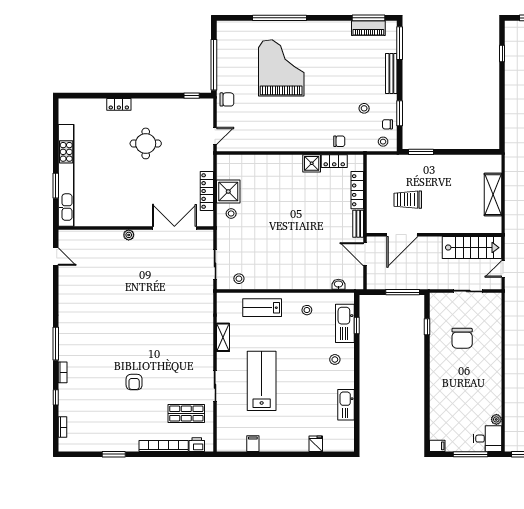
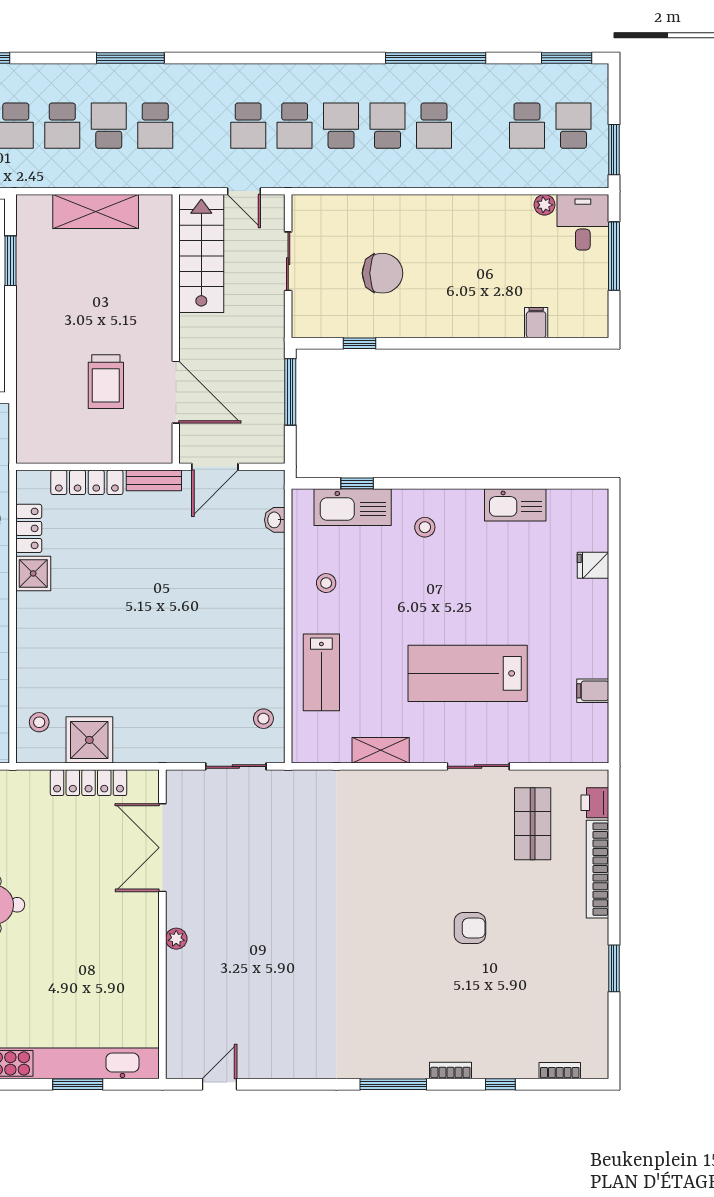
window: (421, 152) -> (10, 261), moved
stool: (231, 213) -> (39, 722), moved
filing cabinet: (437, 446) -> (536, 323), moved

